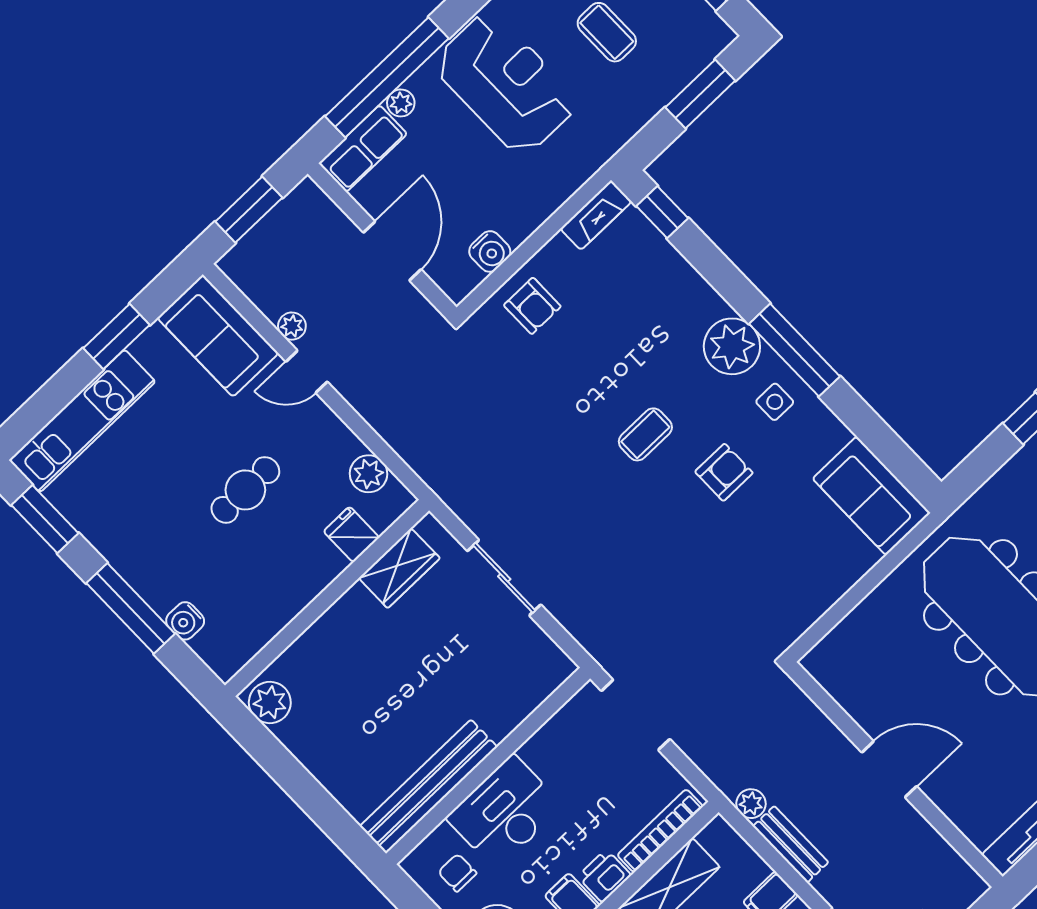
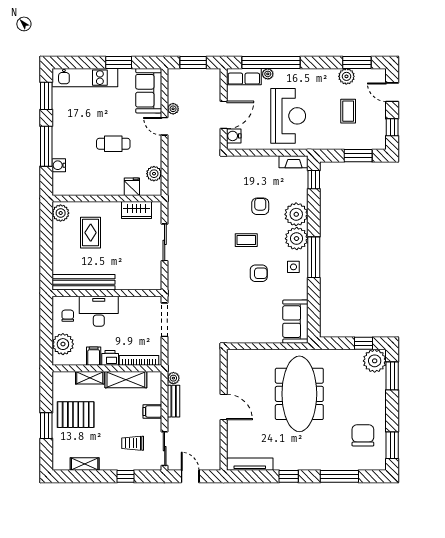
reception desk: (505, 83) -> (288, 116), moved
water cooler: (490, 251) -> (234, 136), moved, turned 90
plant: (690, 304) -> (296, 214), added
armchair: (532, 306) -> (260, 206), moved, turned 180
rug: (356, 686) -> (91, 233), added

